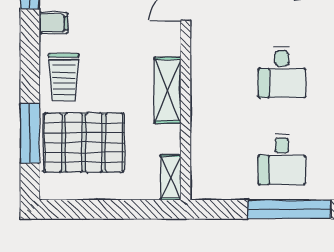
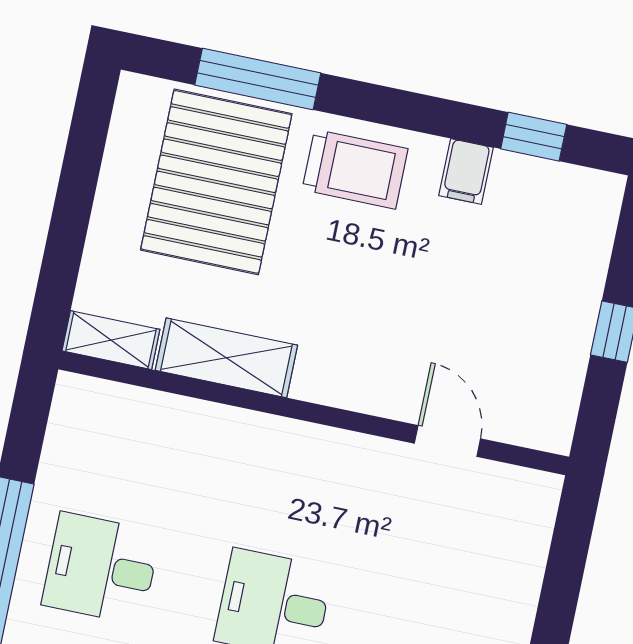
trolley: (64, 77) -> (355, 169), turned 180
shelving: (168, 90) -> (226, 358), moved

